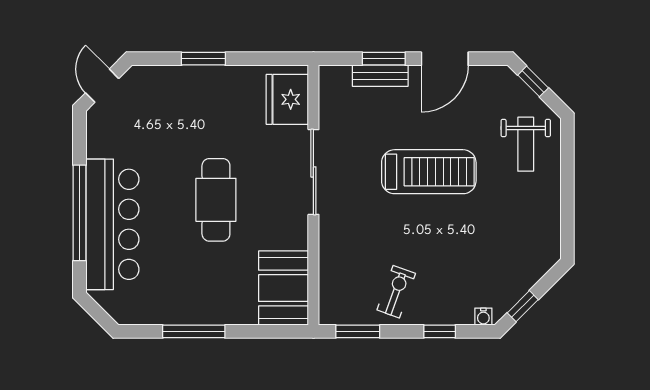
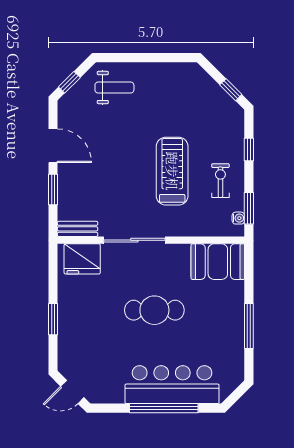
bench: (380, 76) -> (78, 229), moved, turned 90
treadmill: (429, 172) -> (172, 171), moved
exercise bike: (396, 292) -> (220, 181), turned 70
water cooler: (483, 317) -> (238, 218), moved

